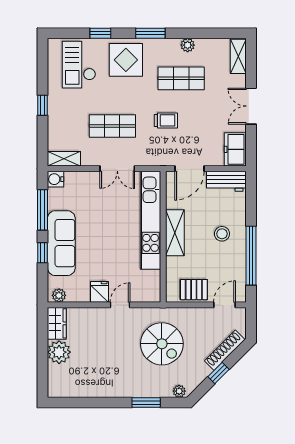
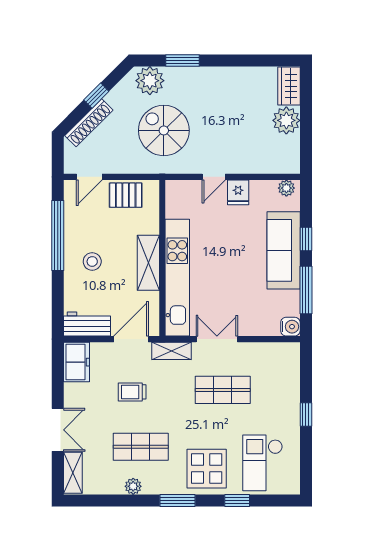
checkout: (79, 65) -> (263, 463), turned 180
double door: (251, 106) -> (58, 430), moved
trolley: (166, 120) -> (132, 392), moved
shelving: (64, 159) -> (172, 351), moved
wardrobe: (57, 323) -> (289, 86), moved
plant: (179, 391) -> (150, 81), width x1.88, depth x1.88

